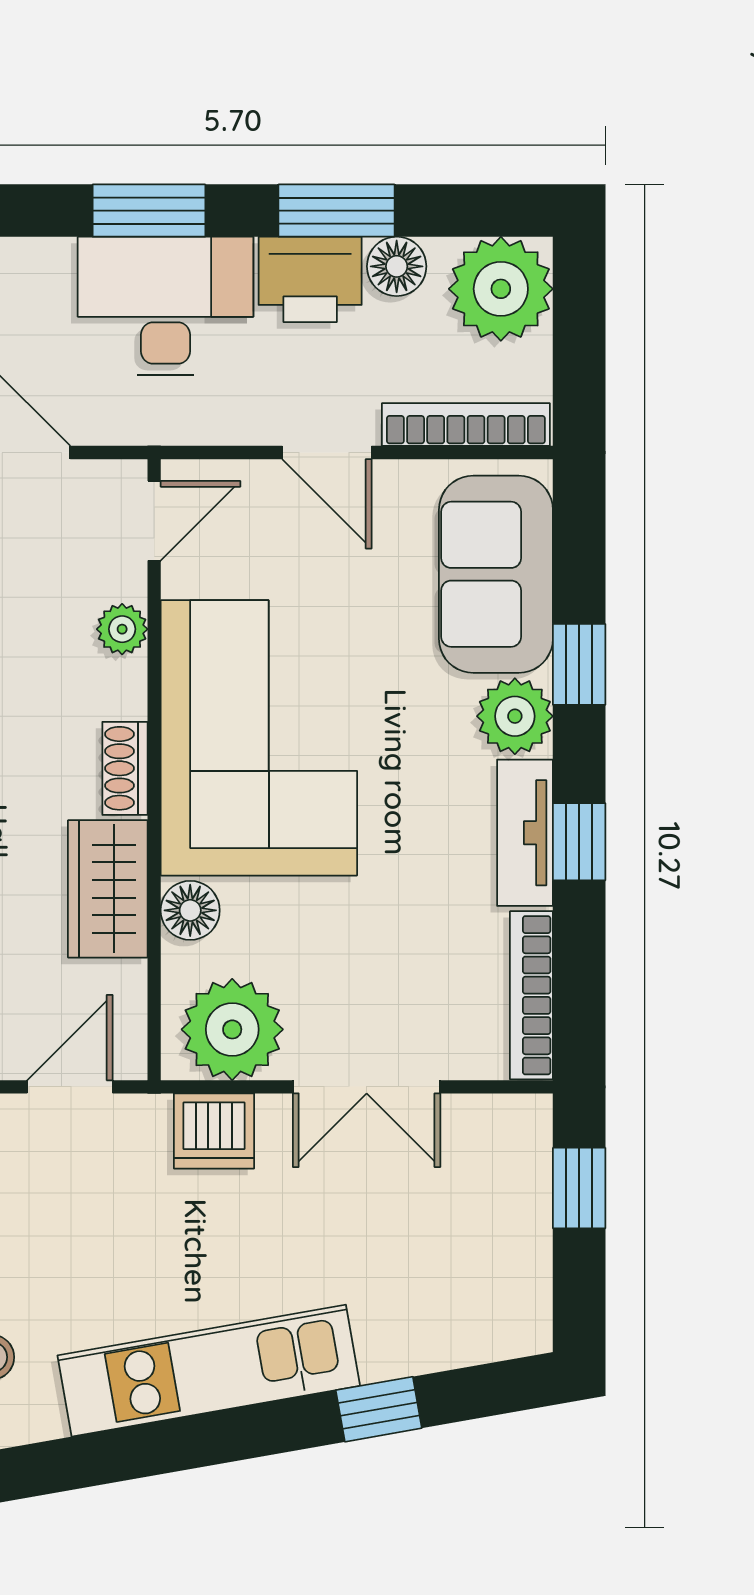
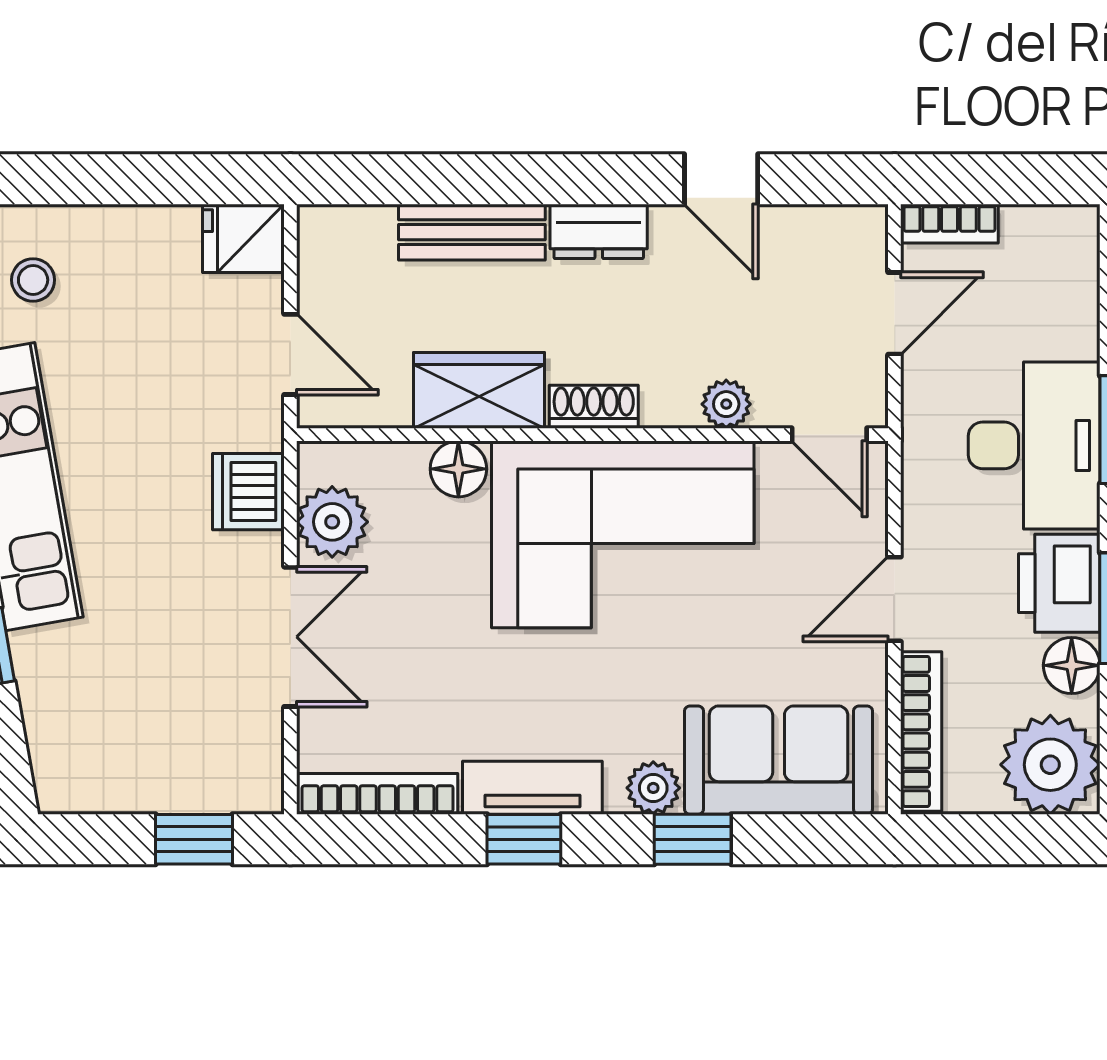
plant: (515, 716) -> (653, 788), width x0.73, depth x0.73
plant: (232, 1029) -> (332, 522), width x0.73, depth x0.73
double door: (367, 1087) -> (290, 637), swing flipped

